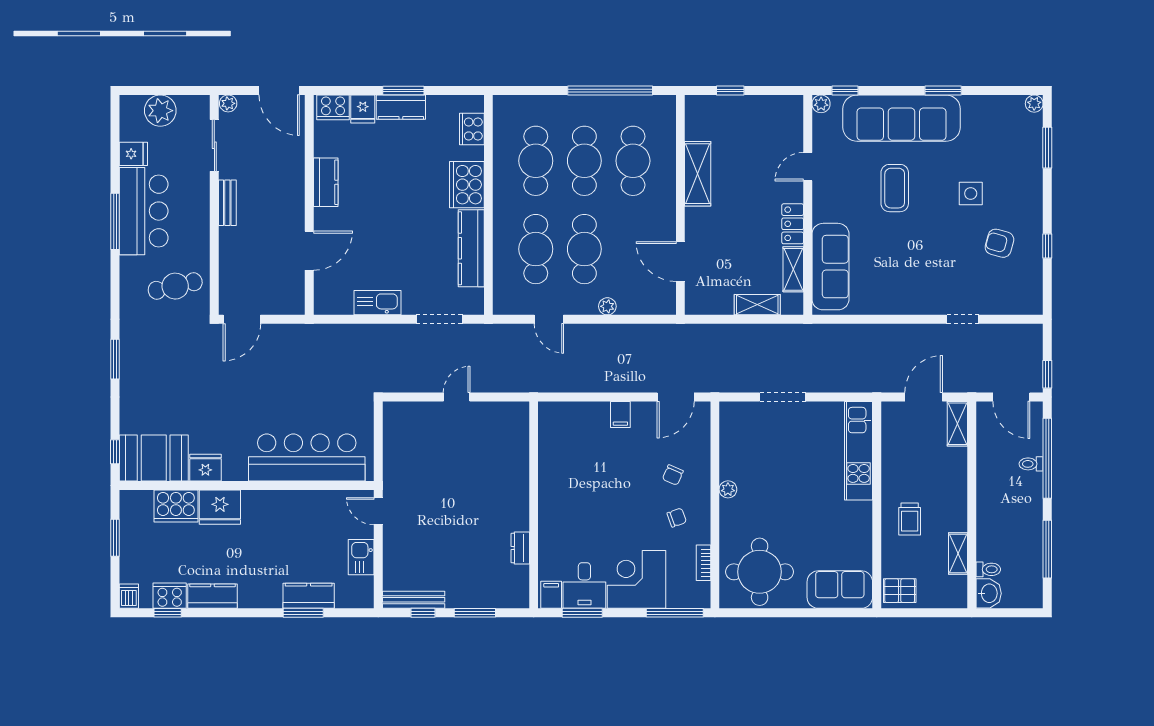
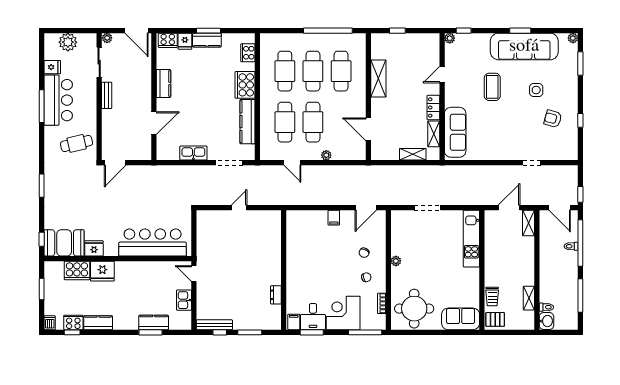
sofa: (902, 118) -> (524, 46), moved
trolley: (910, 519) -> (492, 296), moved

